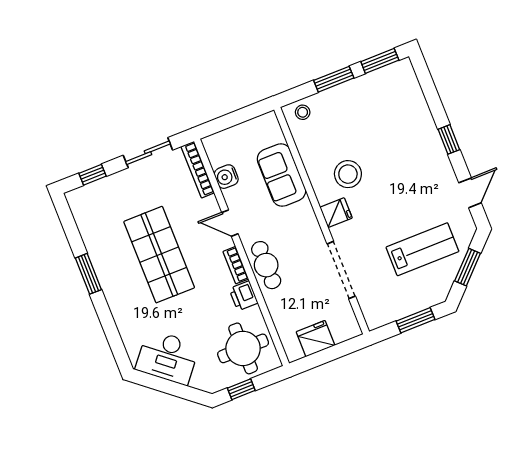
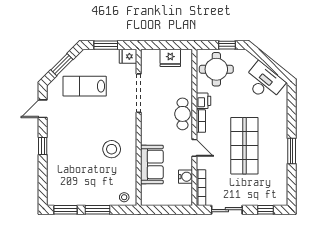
fridge: (336, 213) -> (128, 56), moved

